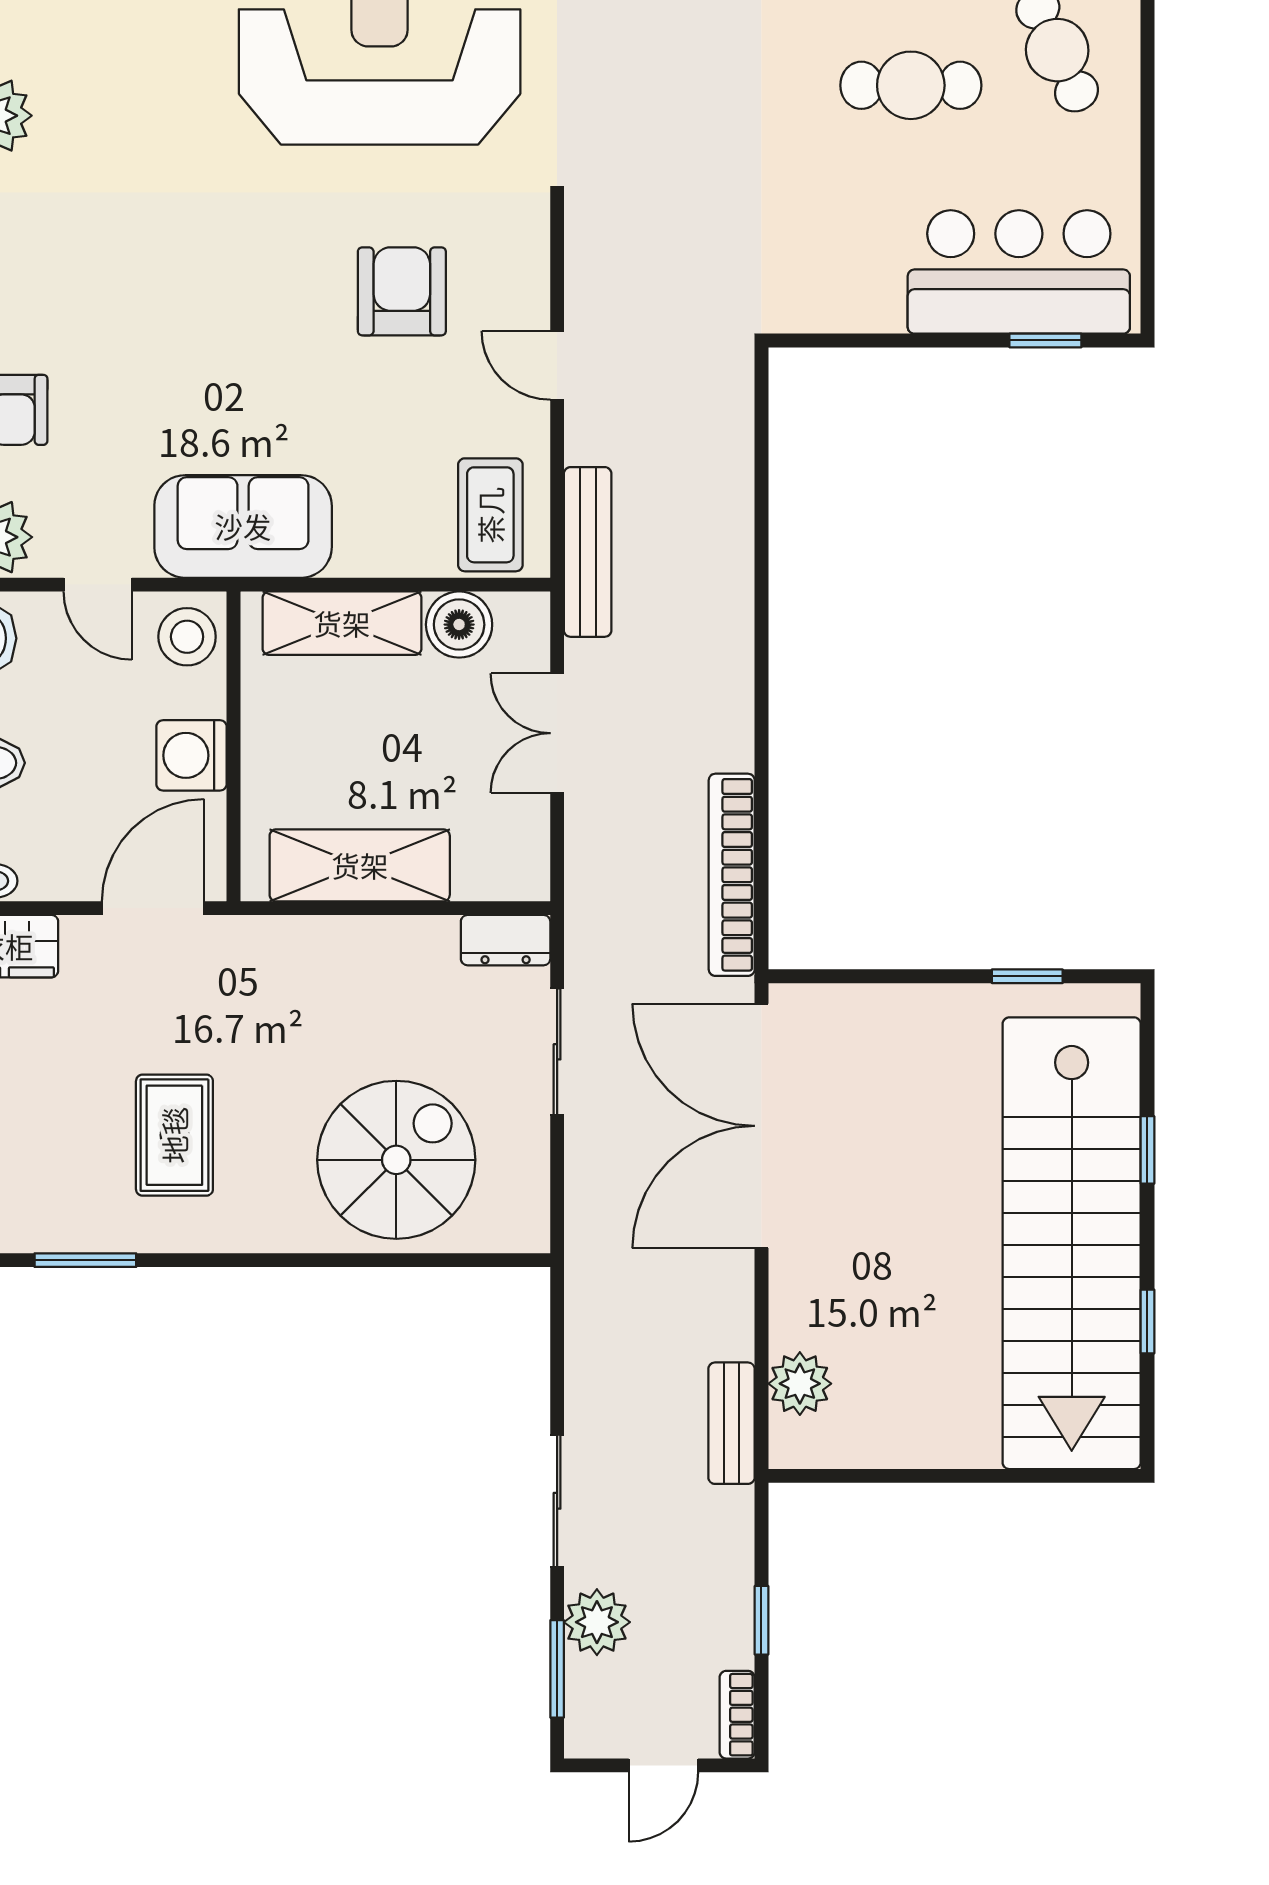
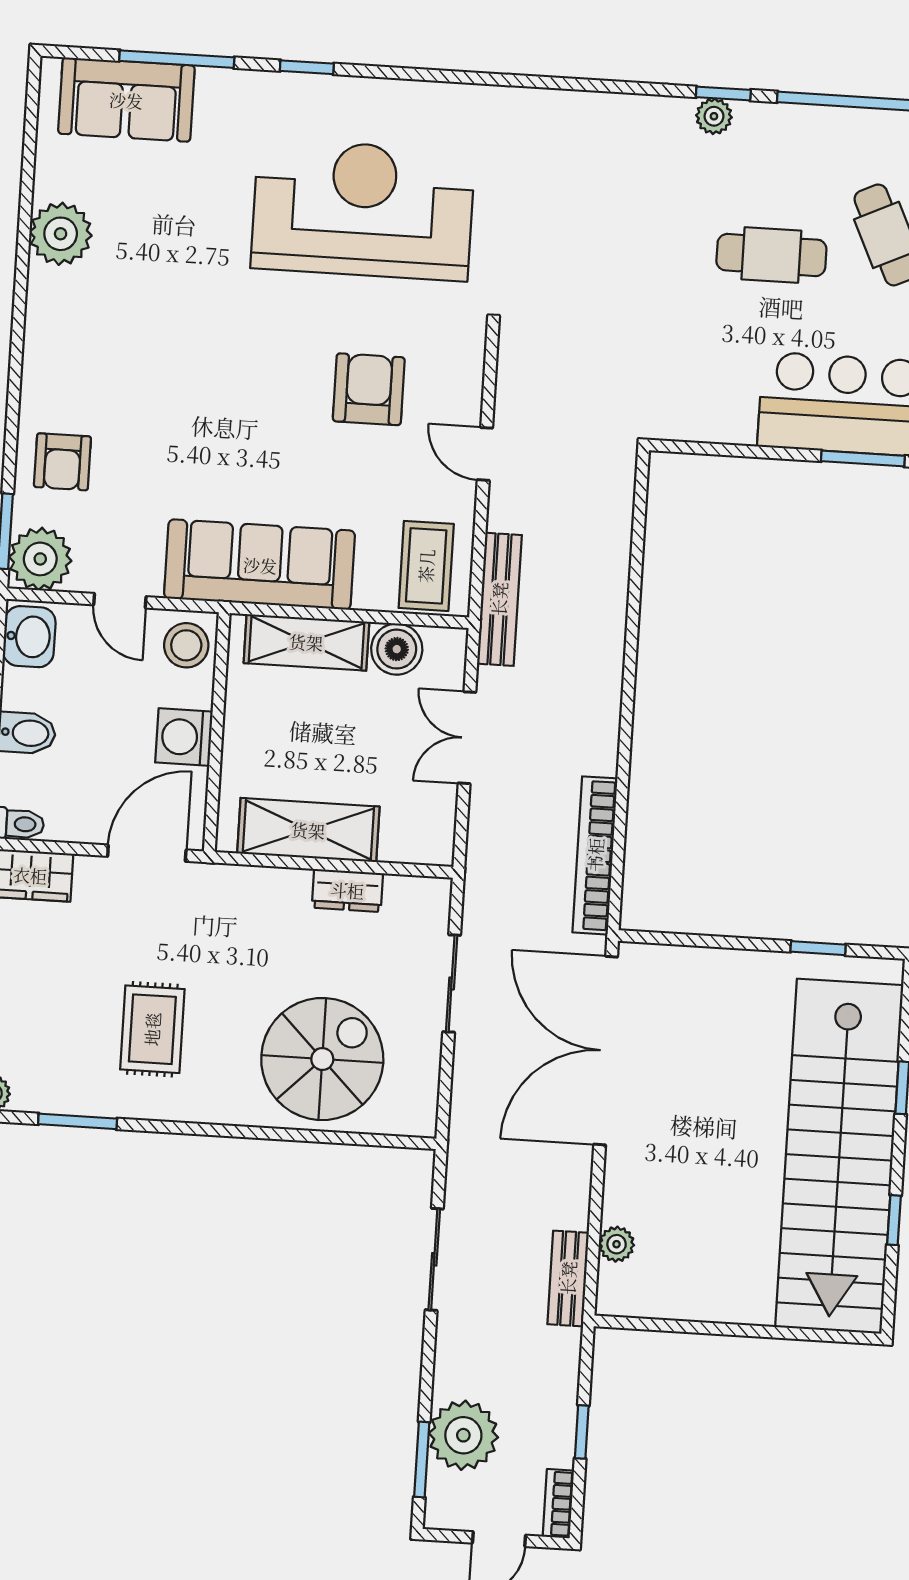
window: (1045, 340) -> (863, 458), width x1.50
sofa: (243, 526) -> (260, 565), width x1.36
dresser: (506, 940) -> (347, 890), moved
plant: (800, 1384) -> (617, 1244), width x0.73, depth x0.73
sliding door: (557, 1501) -> (434, 1259), moved
plant: (597, 1622) -> (463, 1435), width x1.36, depth x1.36

